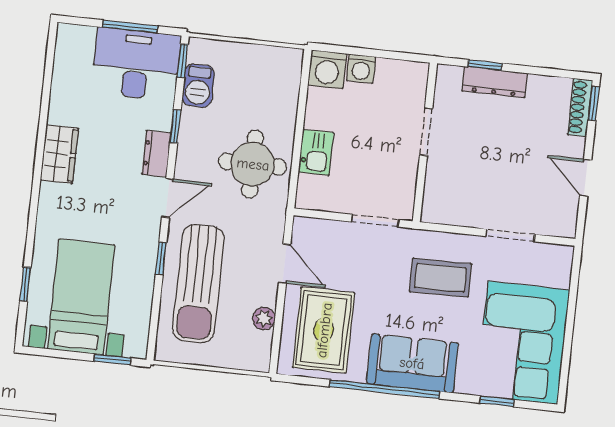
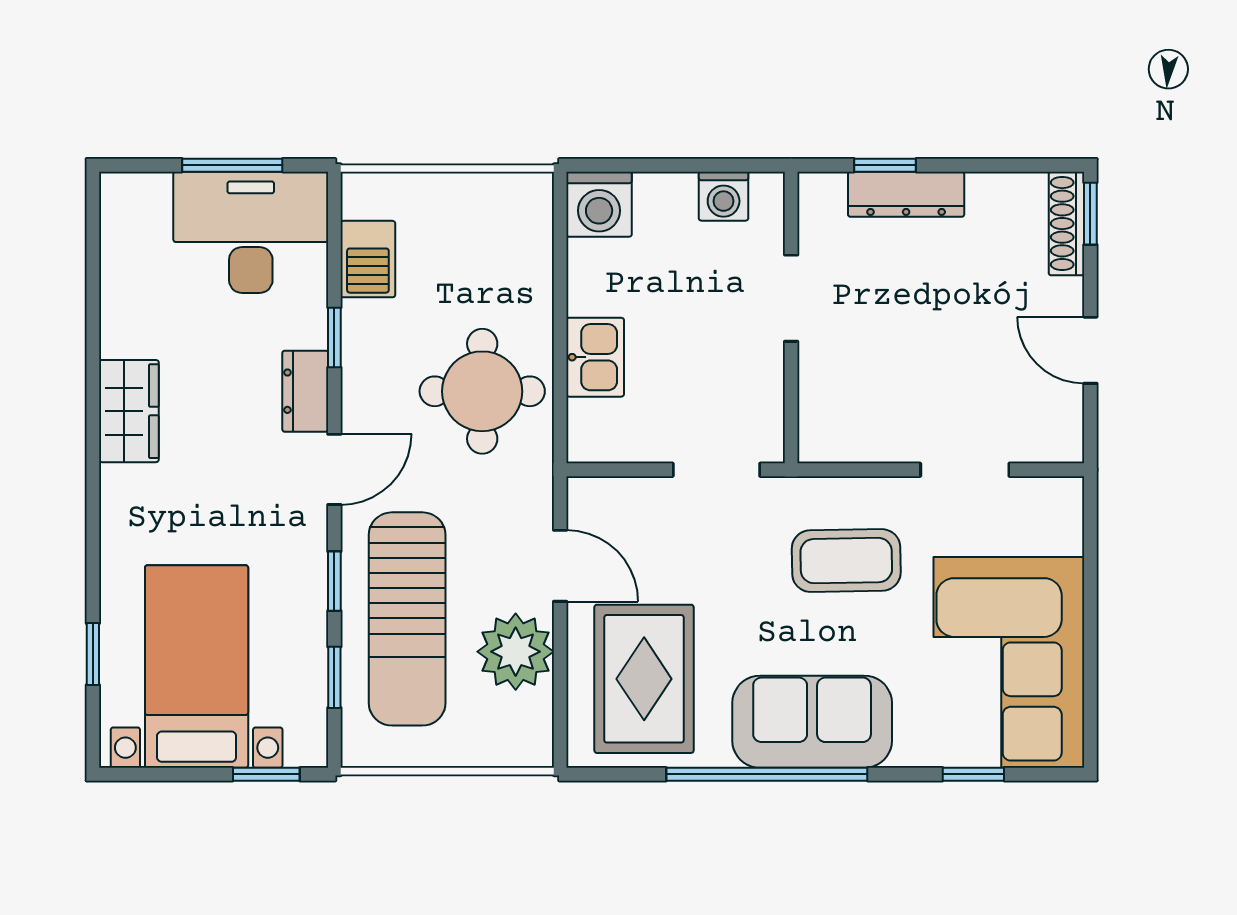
window: (182, 61) -> (334, 677), moved
washing machine: (361, 69) -> (724, 196), moved
plant: (264, 318) -> (516, 652), width x1.87, depth x1.87

